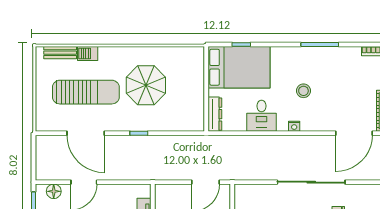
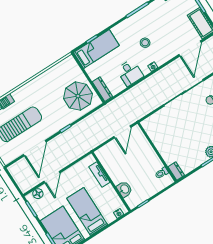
bed: (239, 67) -> (96, 49), width x0.67
parasol: (146, 85) -> (78, 96), moved
door: (86, 133) -> (35, 148), hinge flipped

